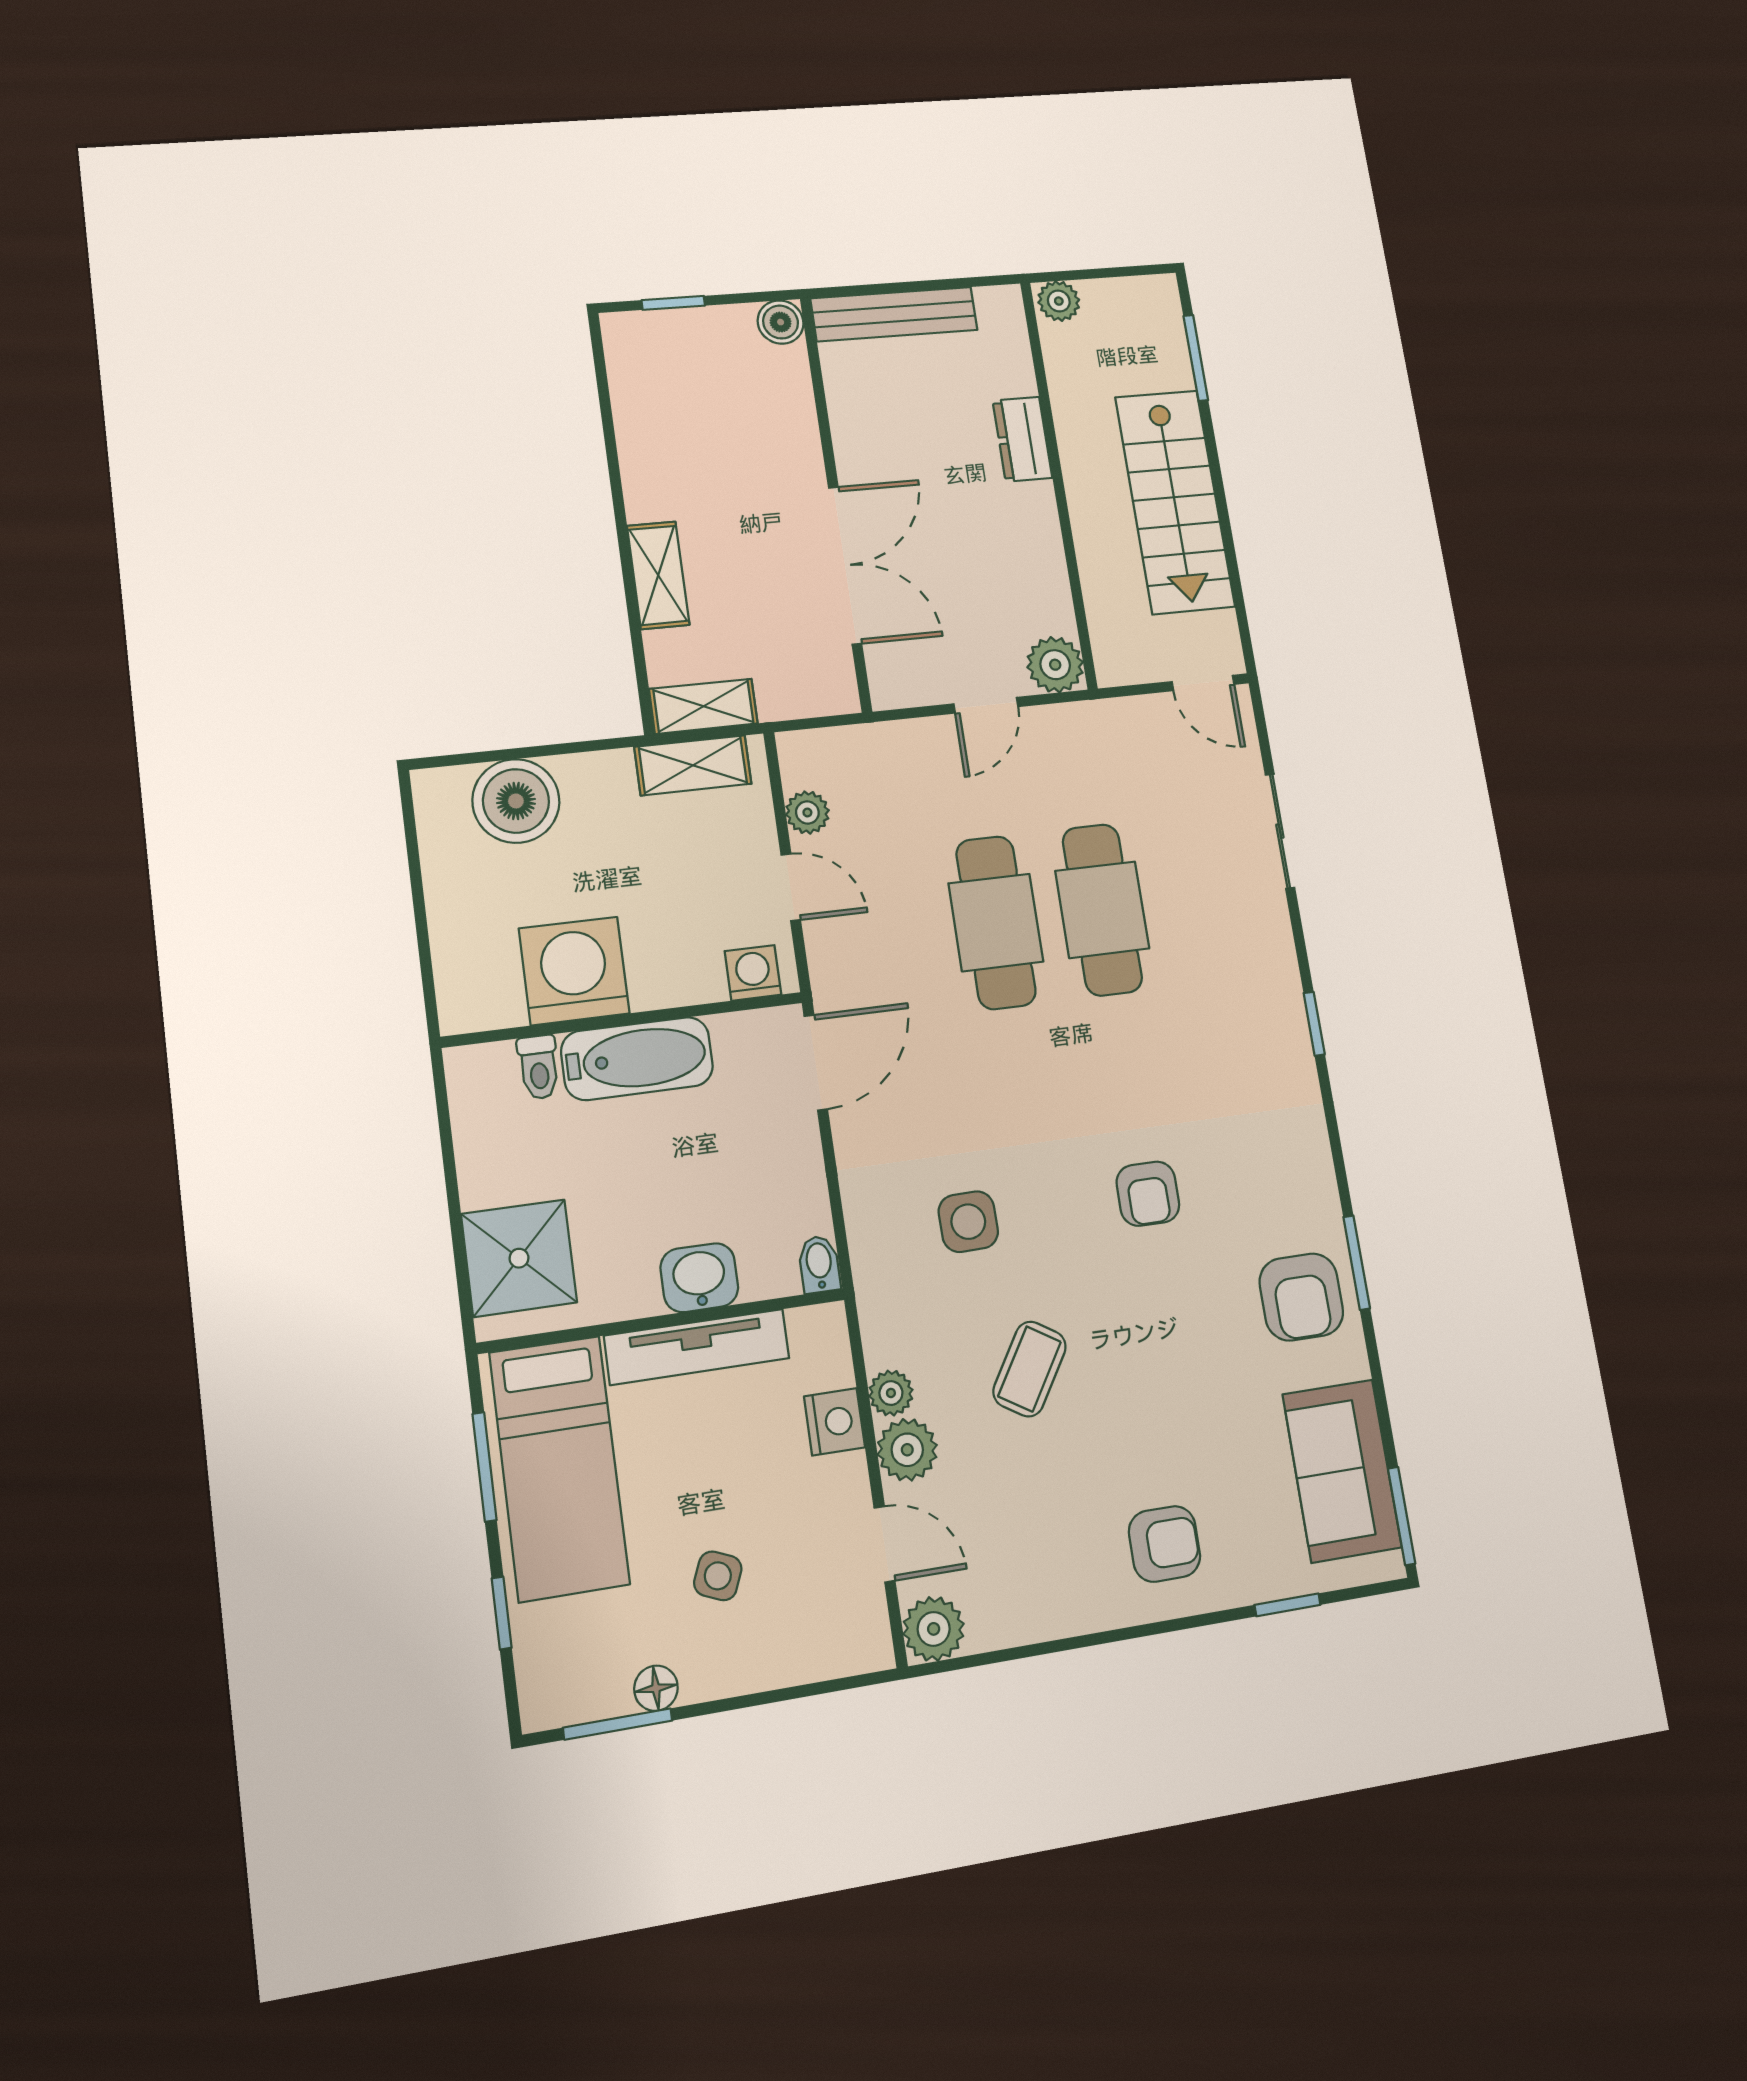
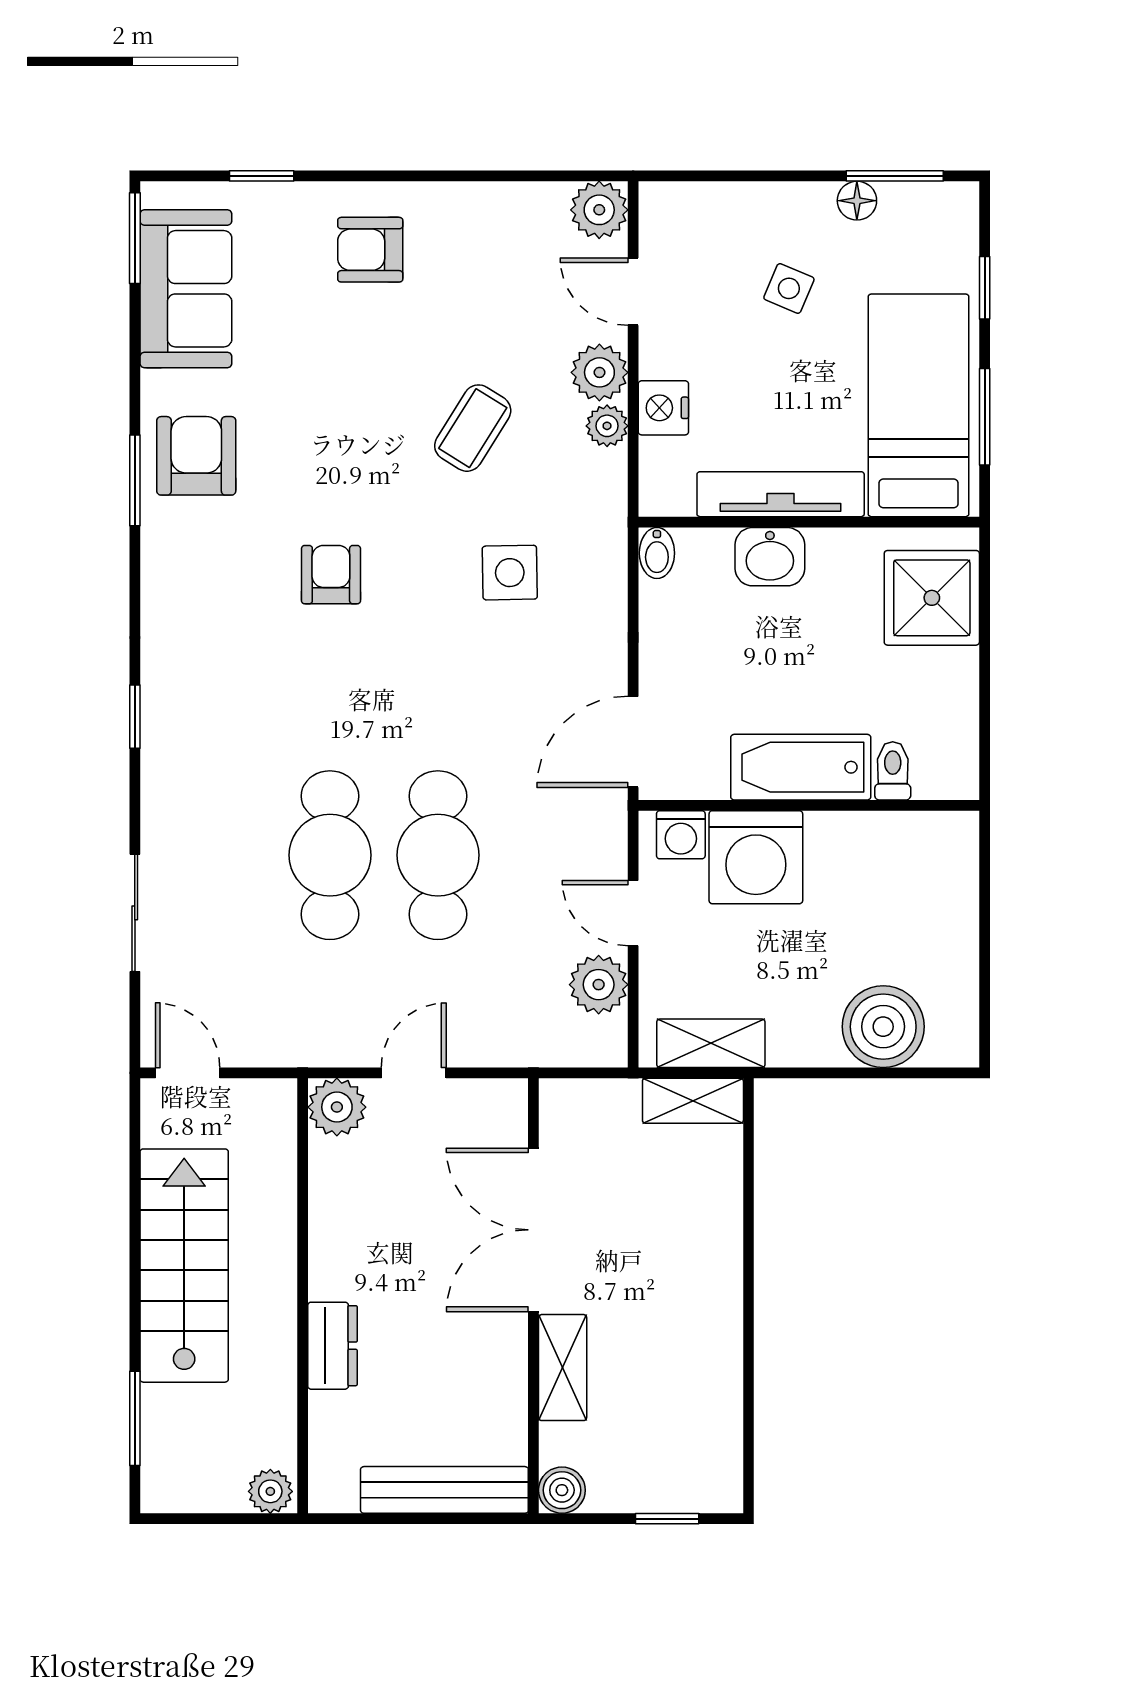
shelving: (658, 575) -> (563, 1368), moved
plant: (807, 812) -> (599, 985), width x1.38, depth x1.38
washing machine: (574, 971) -> (756, 857), moved

